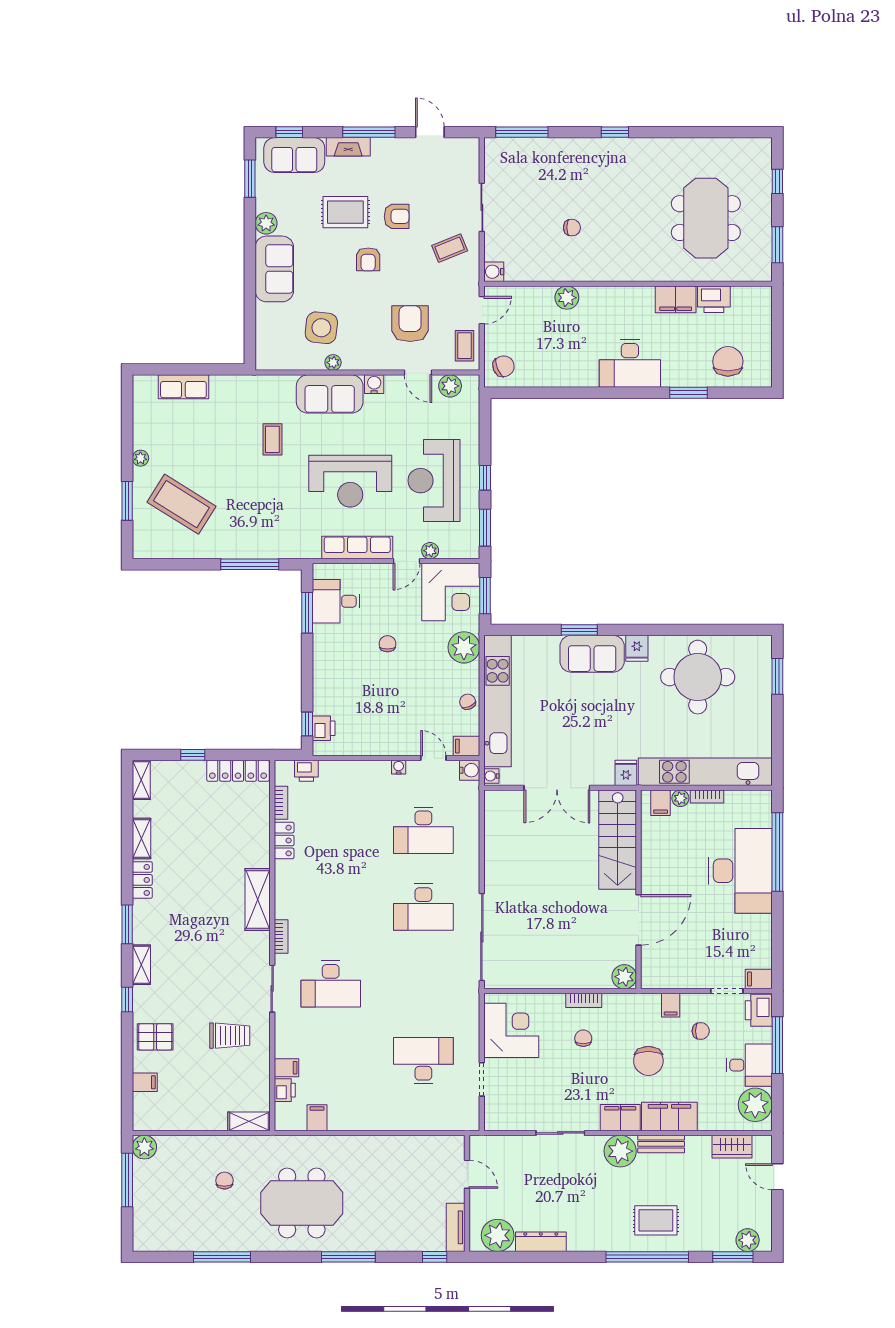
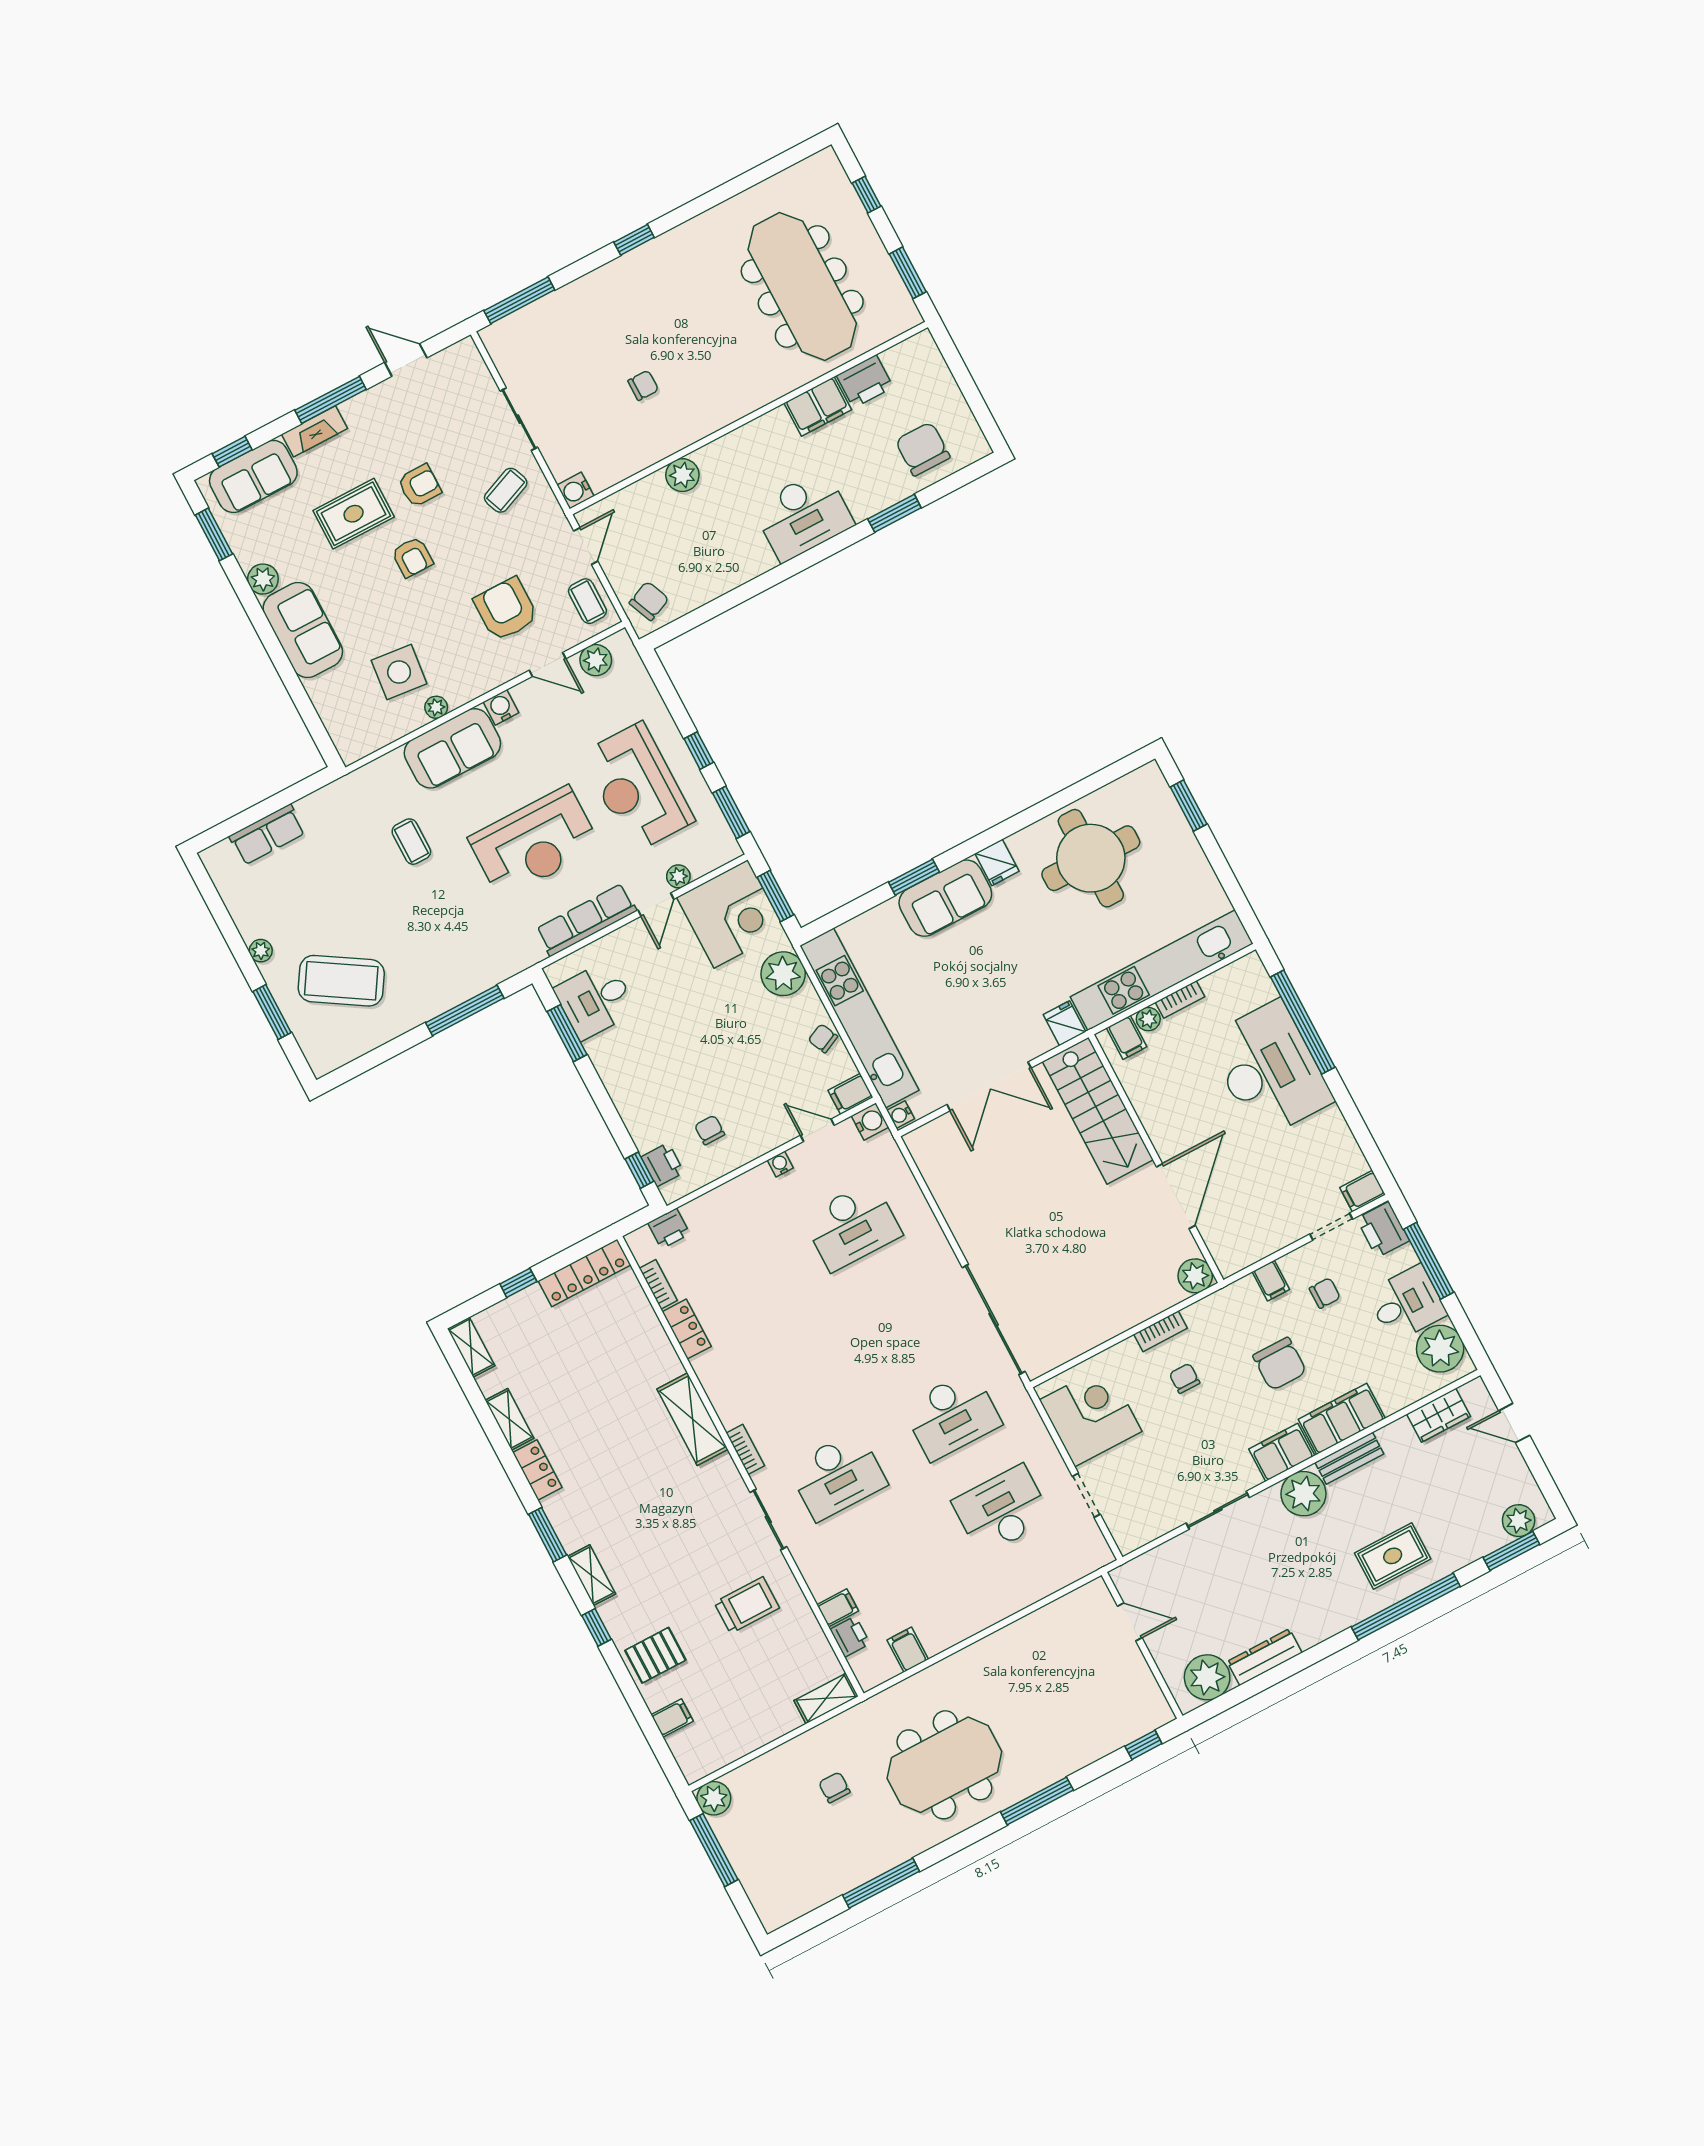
meeting table: (706, 218) -> (802, 286), width x1.36
chair: (387, 644) -> (710, 1130), moved
desk: (423, 907) -> (952, 1415), moved
tv unit: (456, 1227) -> (1150, 1695), removed

